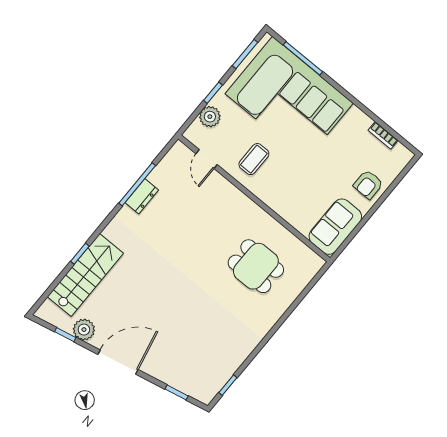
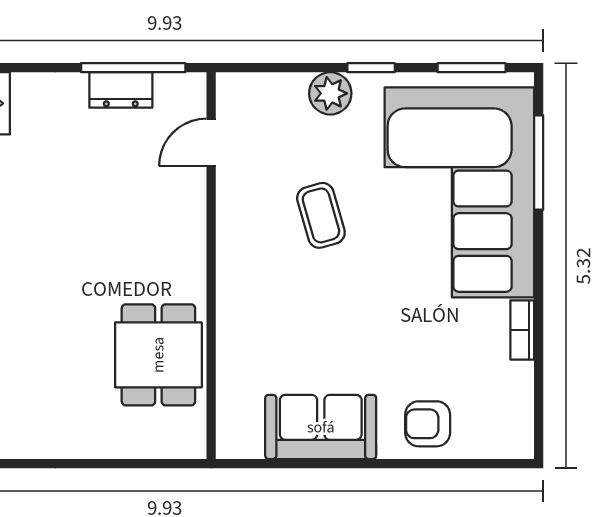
bookcase: (383, 135) -> (522, 330), moved
door: (207, 159) -> (211, 142), moved
coffee table: (254, 159) -> (321, 215), turned 74
wall: (254, 198) -> (211, 266), moved

